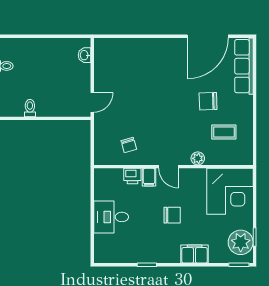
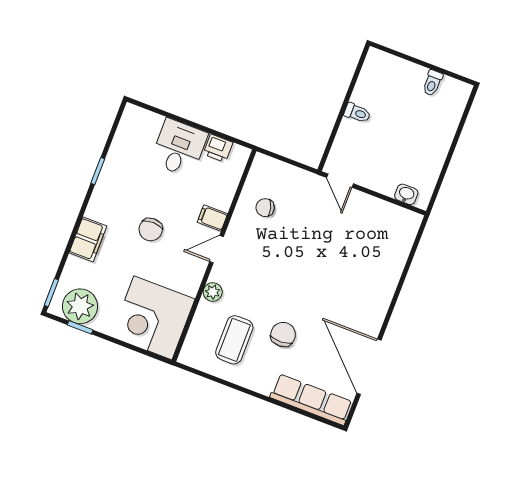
toilet: (30, 108) -> (357, 113), moved
coffee table: (224, 132) -> (234, 340), width x1.36, depth x1.30
printer: (132, 176) -> (218, 148), moved, turned -90

